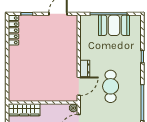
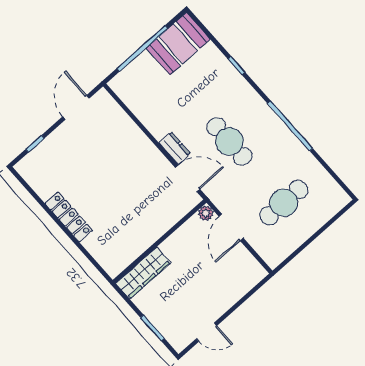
booth: (114, 25) -> (178, 44), moved
locker: (13, 30) -> (69, 217), moved
door: (79, 86) -> (188, 178), hinge flipped

